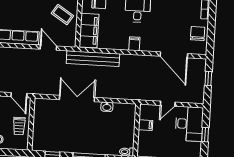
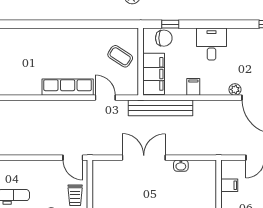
filing cabinet: (134, 44) -> (193, 87), moved
plant: (155, 47) -> (235, 89), added

